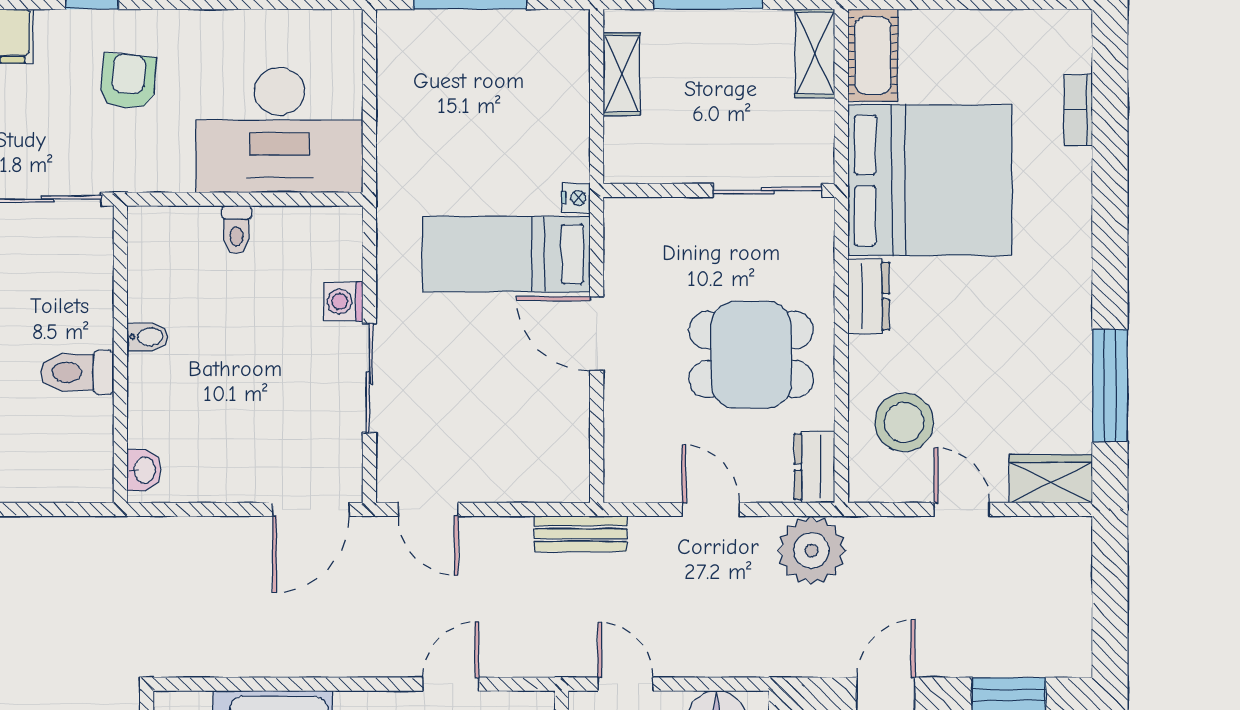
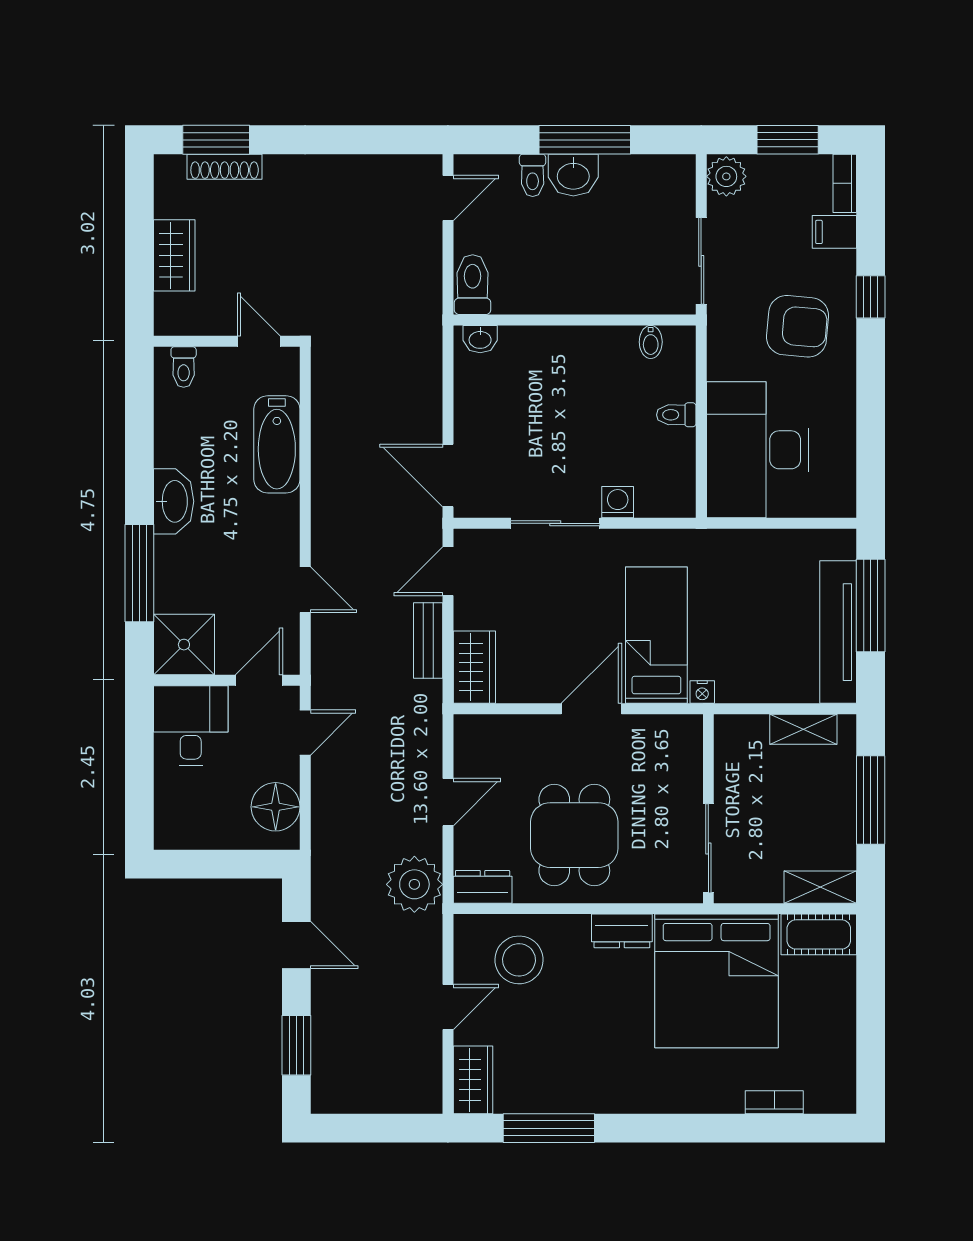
tv unit: (503, 31) -> (838, 632), added
armchair: (128, 81) -> (798, 326), width x1.38, depth x1.38
bidet: (147, 337) -> (651, 342), moved
toilet: (77, 372) -> (473, 285), moved
wardrobe: (546, 477) -> (474, 667), added
bench: (581, 534) -> (428, 640), moved

